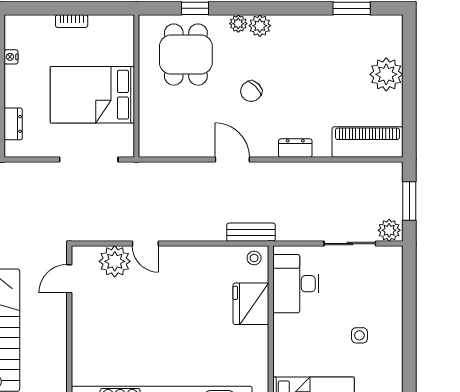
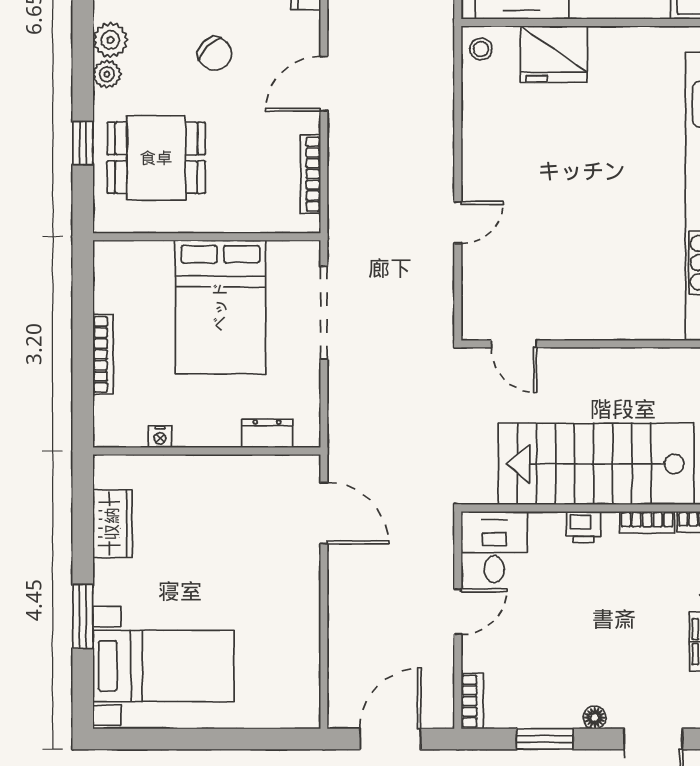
bookcase: (72, 21) -> (103, 354), width x1.56
bookcase: (176, 151) -> (310, 174), added
bench: (251, 232) -> (440, 54), removed
plant: (115, 261) -> (486, 271), removed

